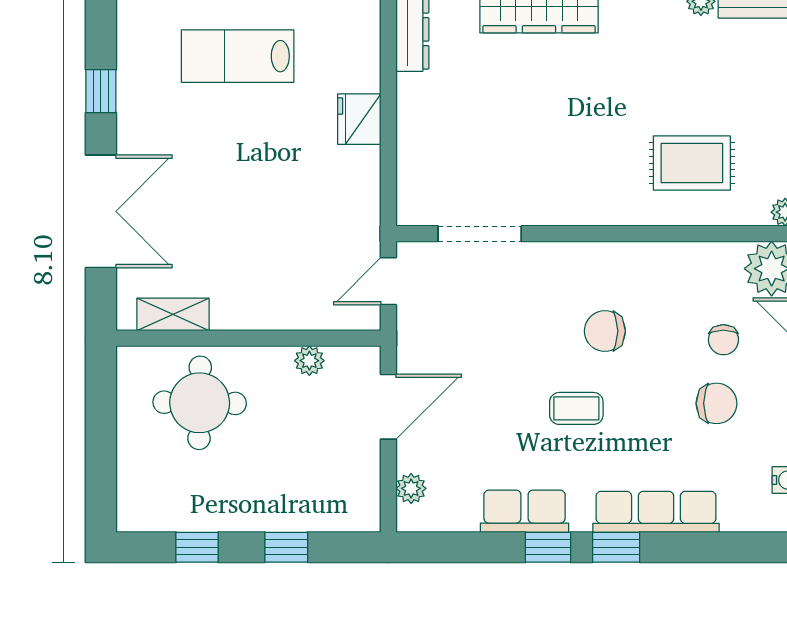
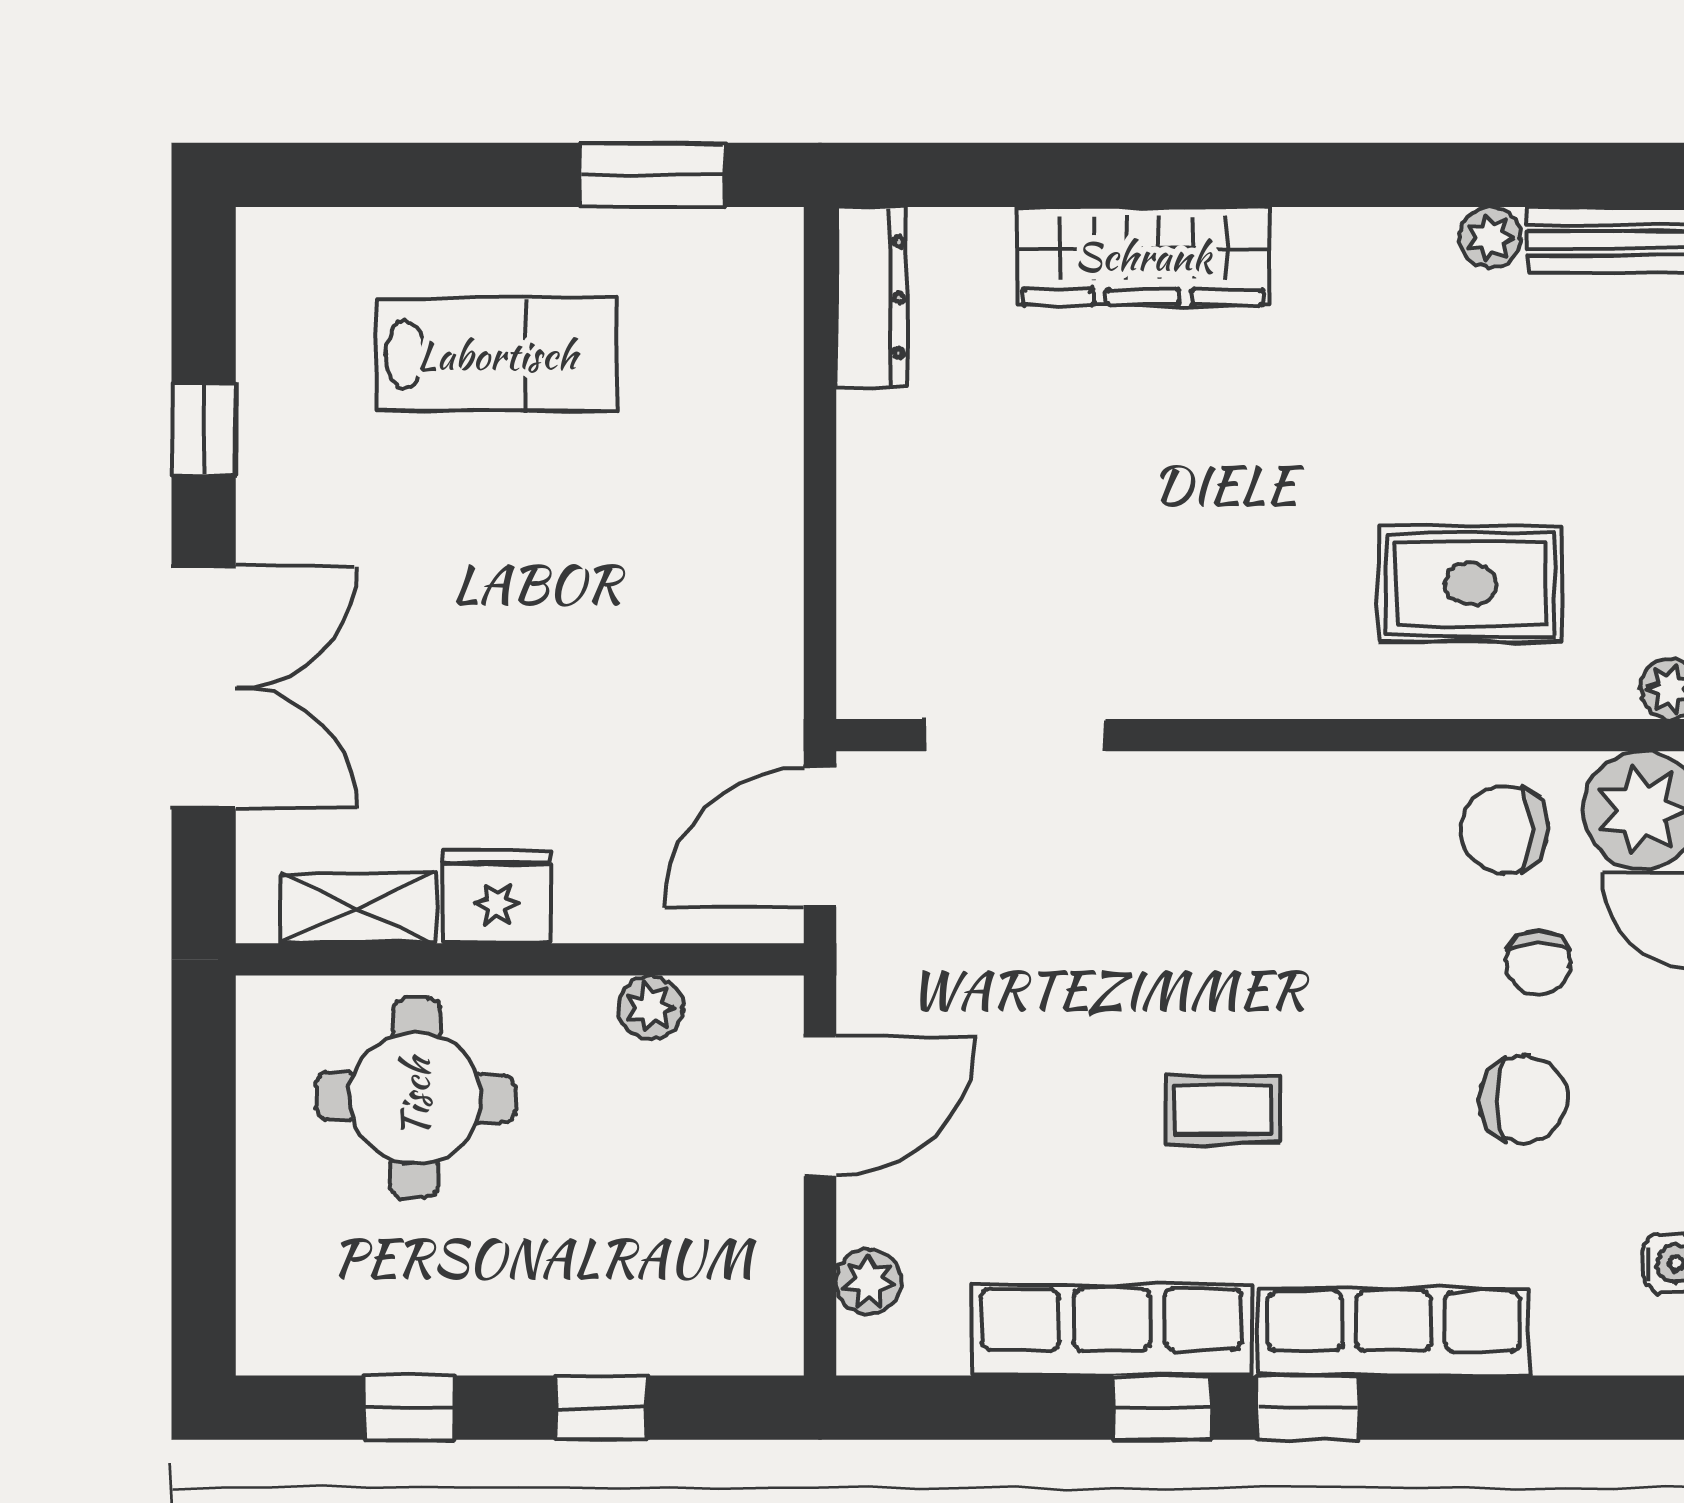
lab bench: (238, 56) -> (497, 355), turned 180
fridge: (359, 119) -> (496, 897), moved, turned 90
door: (388, 281) -> (820, 837), width x1.38
chair: (605, 331) -> (1504, 829), moved
row of seats: (525, 511) -> (1112, 1330), width x1.48

